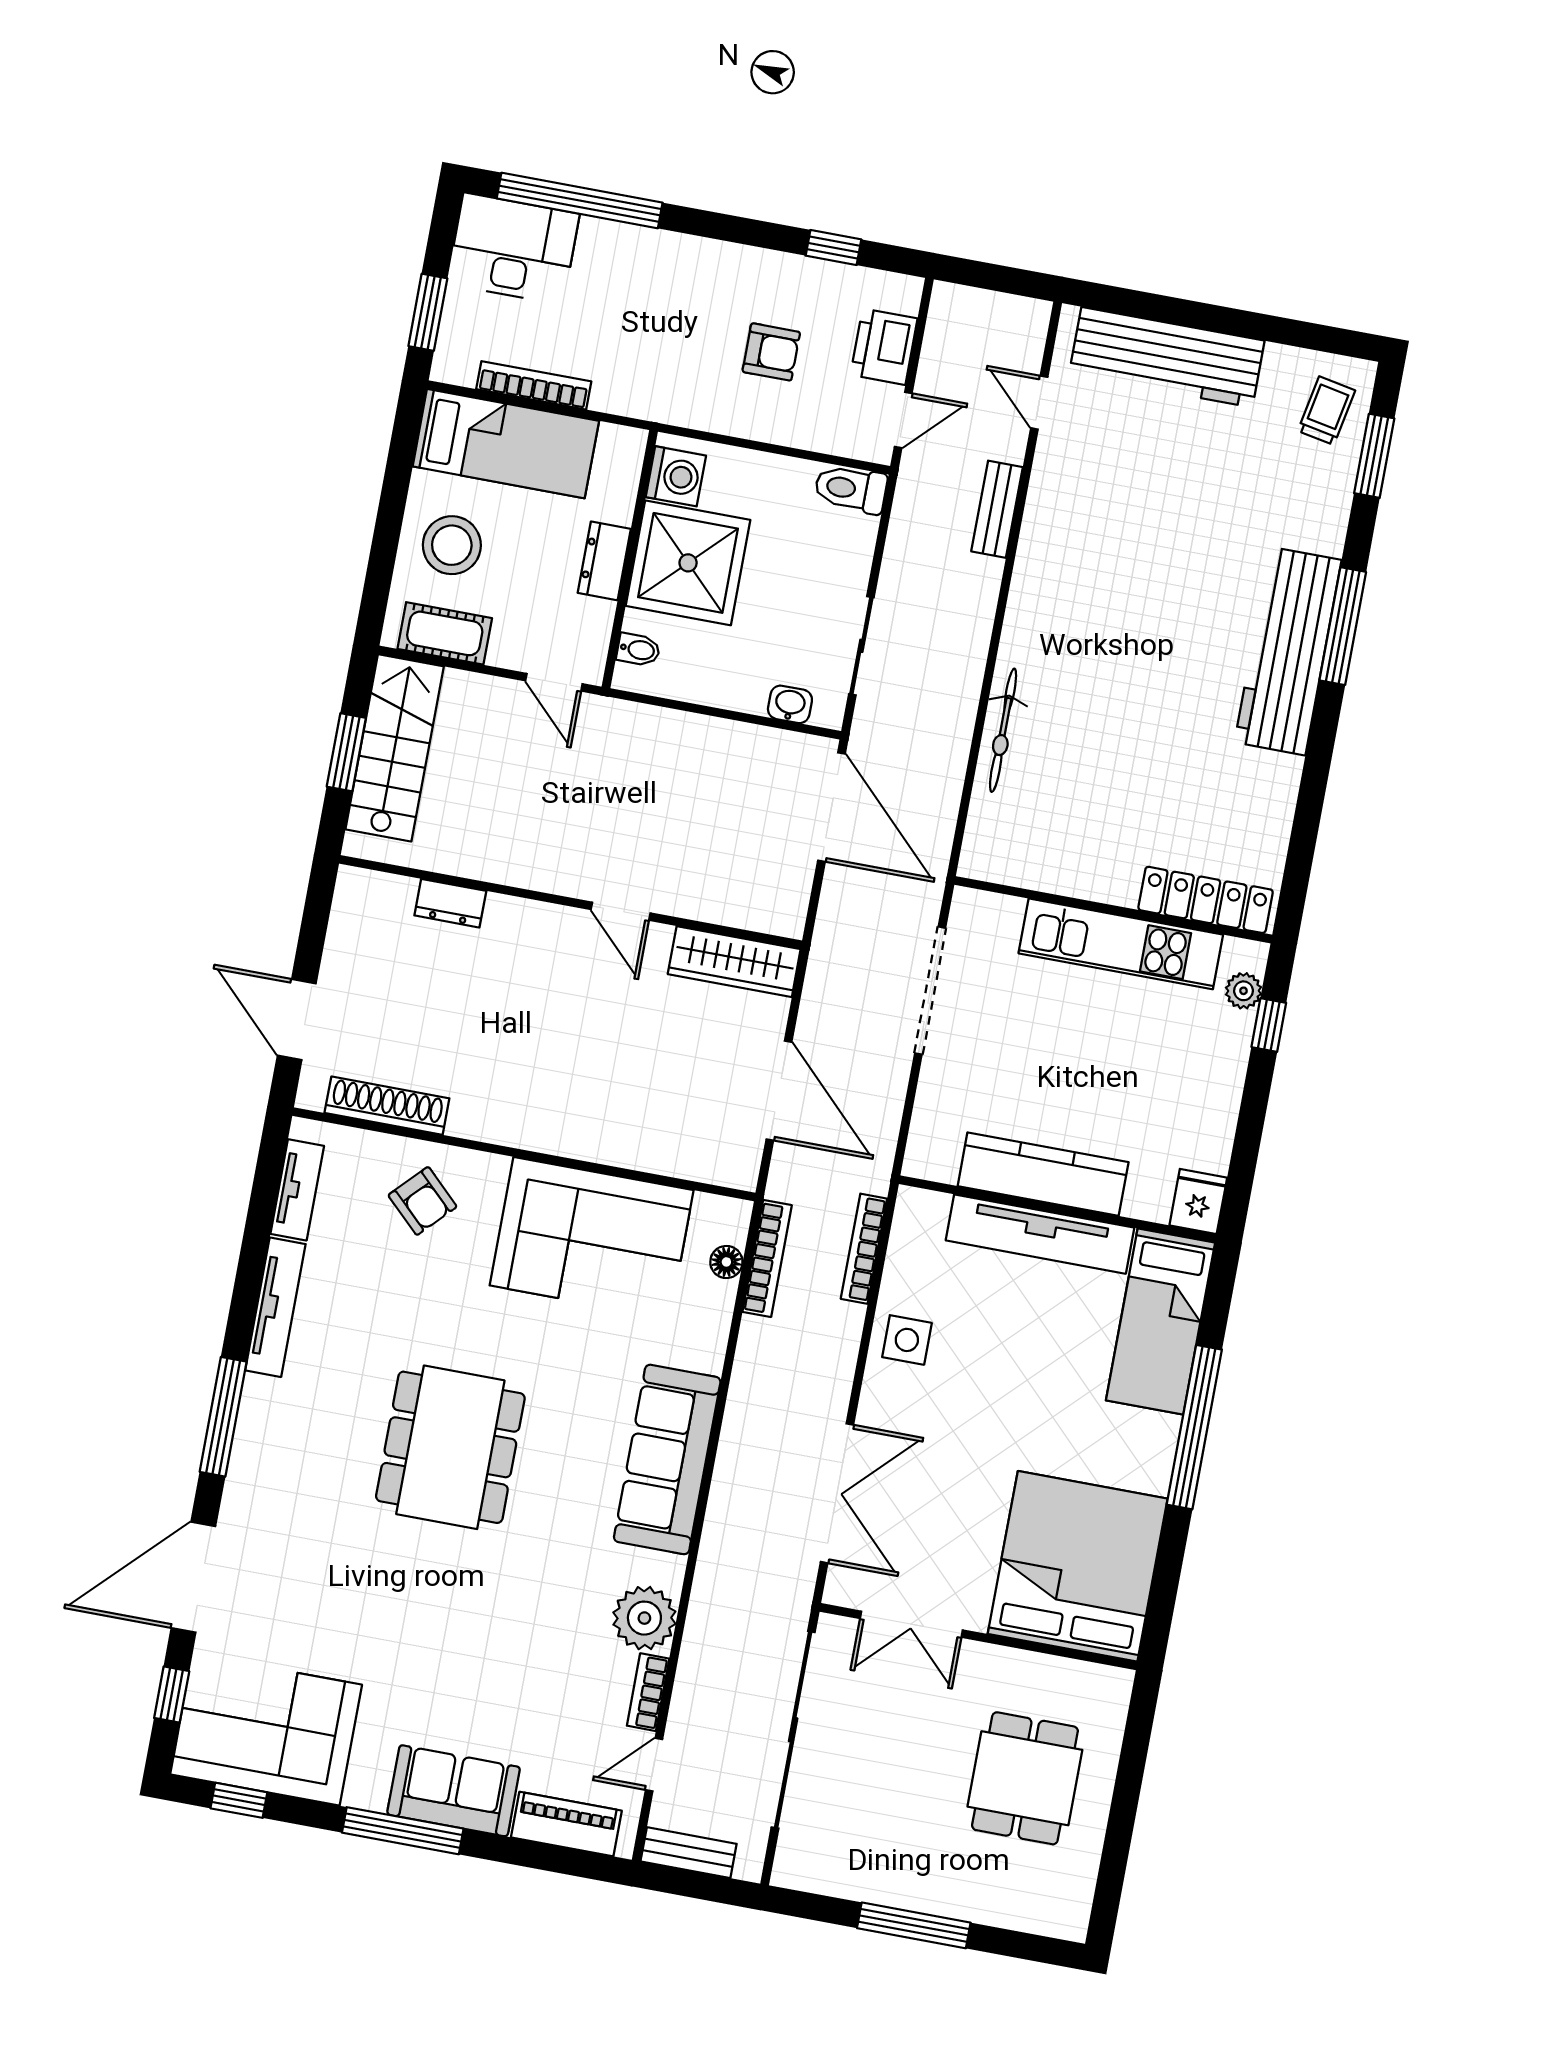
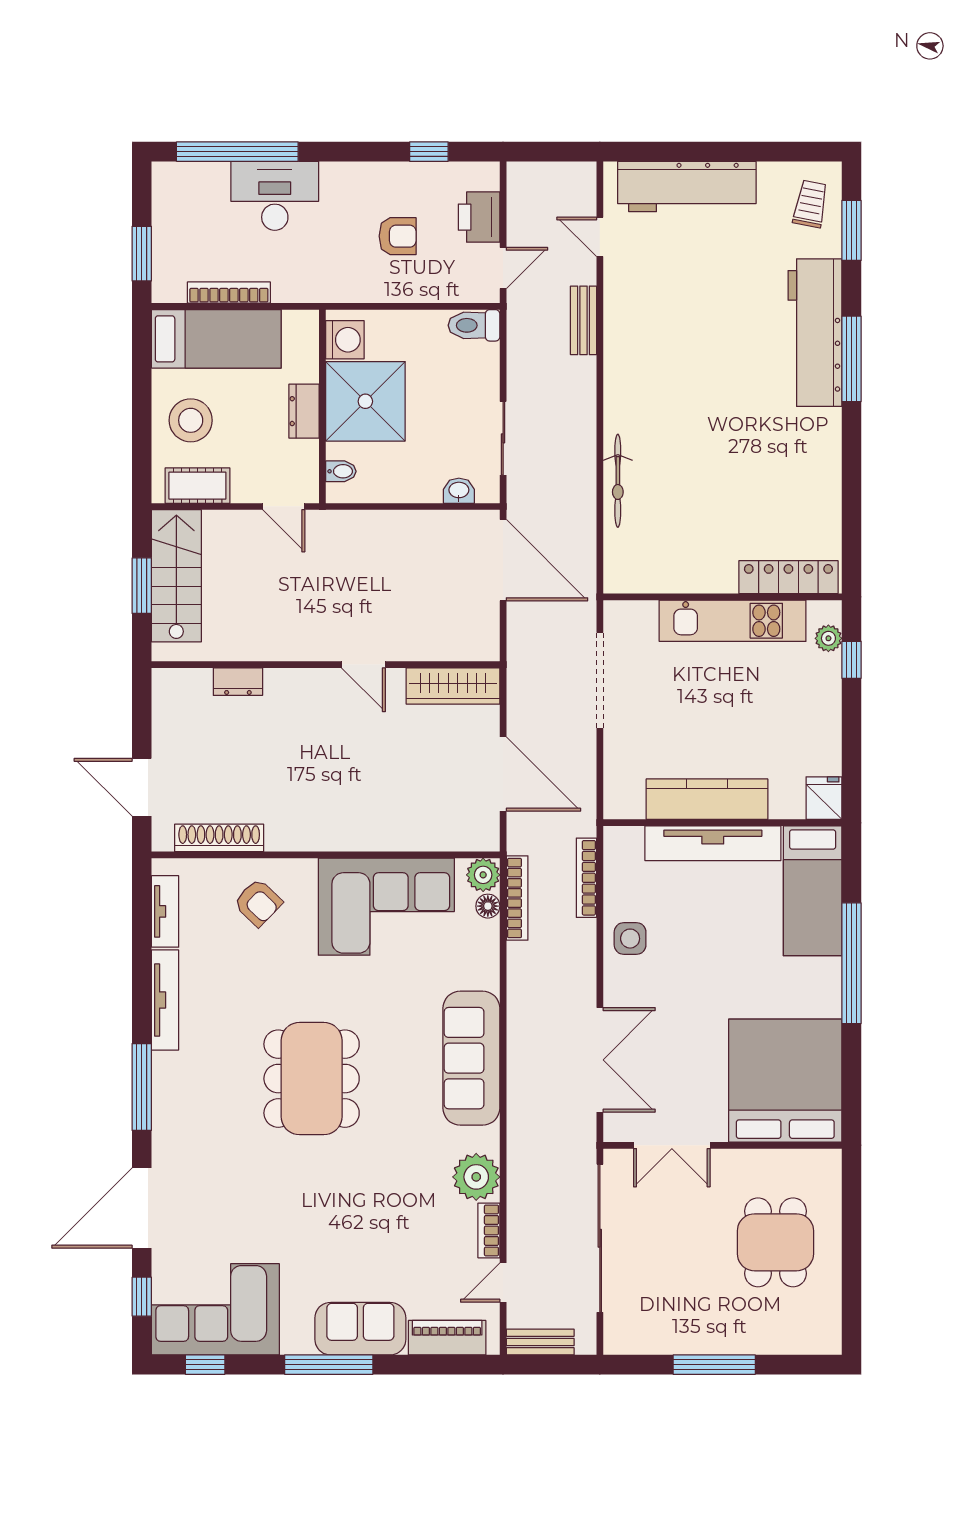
desk: (513, 249) -> (275, 196), moved
workbench: (1288, 651) -> (815, 333), moved
plant: (728, 1219) -> (483, 875), added

